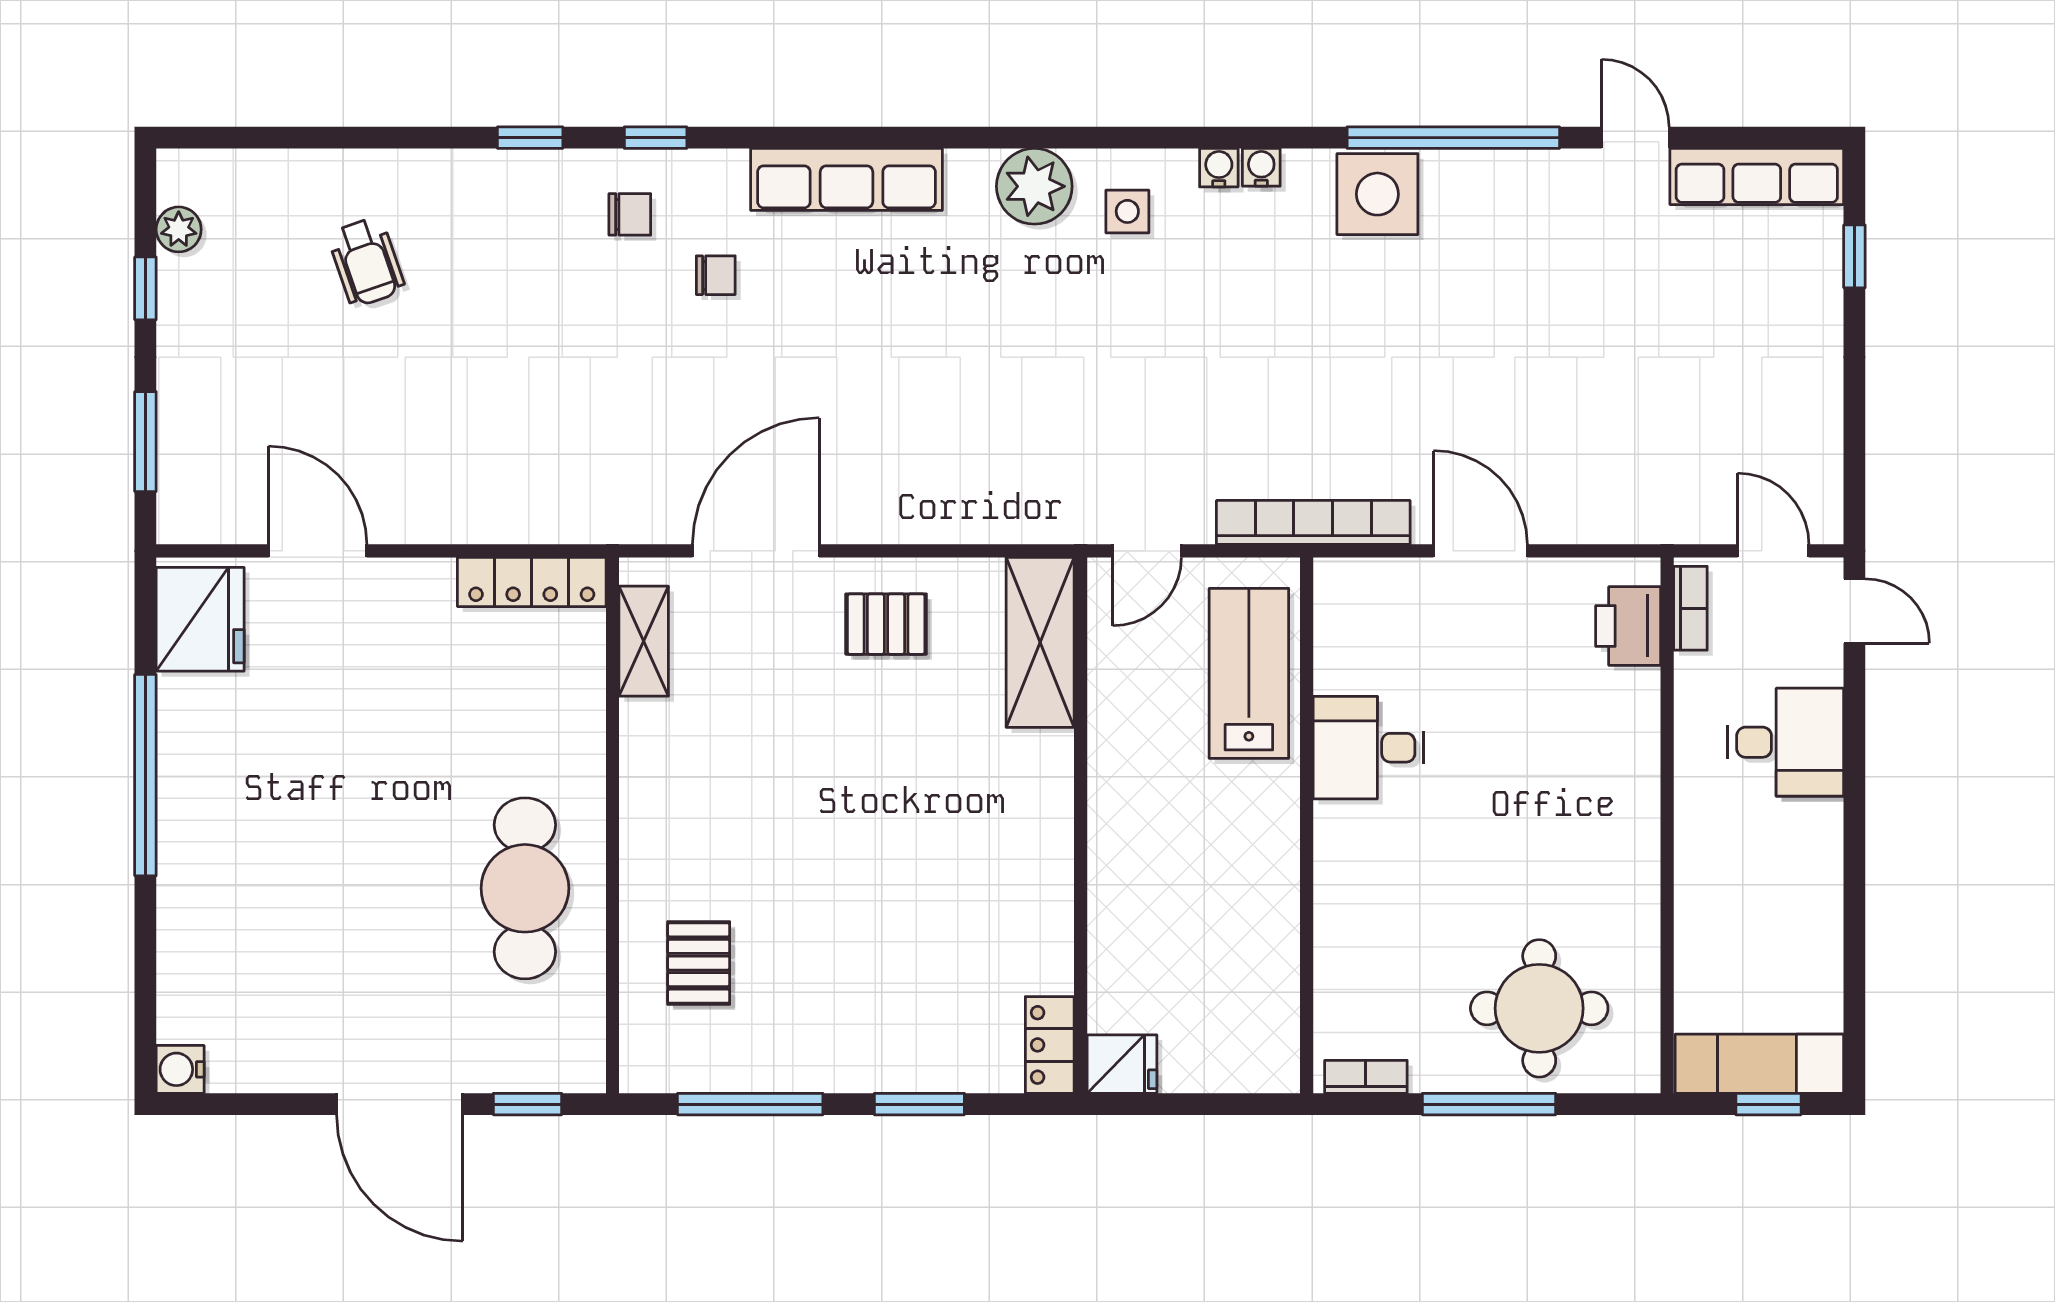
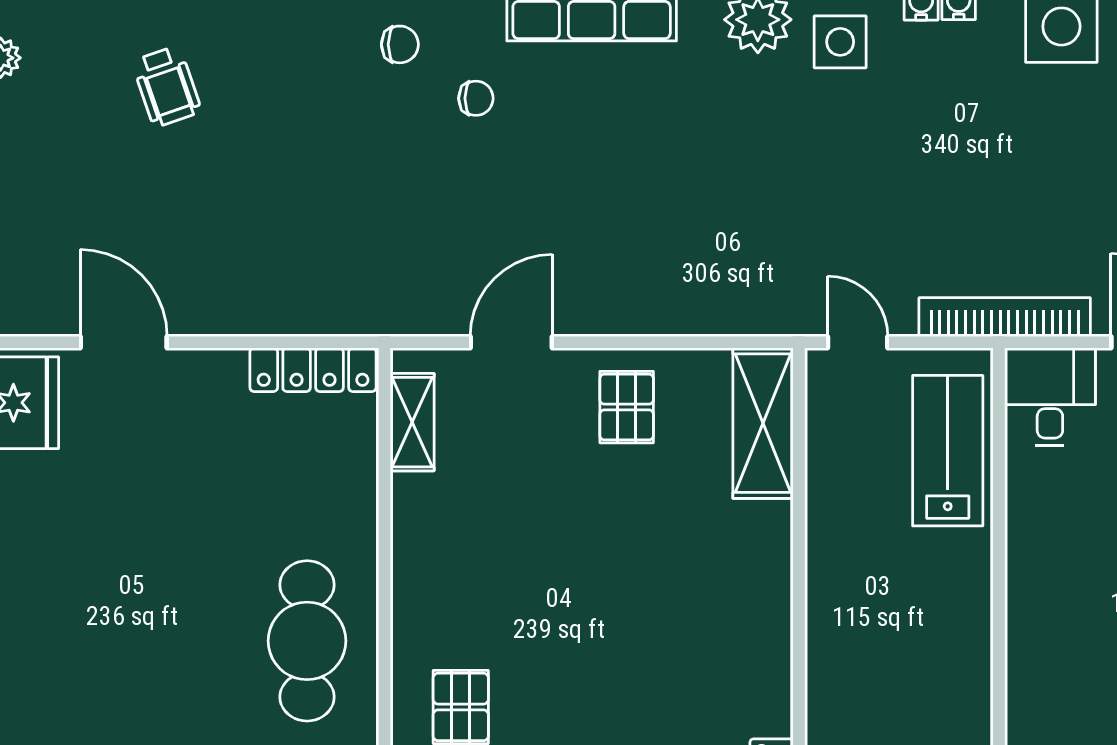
side table: (1127, 211) -> (840, 42), width x1.37, depth x1.37
door: (756, 551) -> (511, 342), width x0.73
door: (1147, 551) -> (858, 342), swing flipped
pallet: (886, 624) -> (627, 407), turned 90
desk: (1368, 748) -> (1050, 397), moved, turned 90

